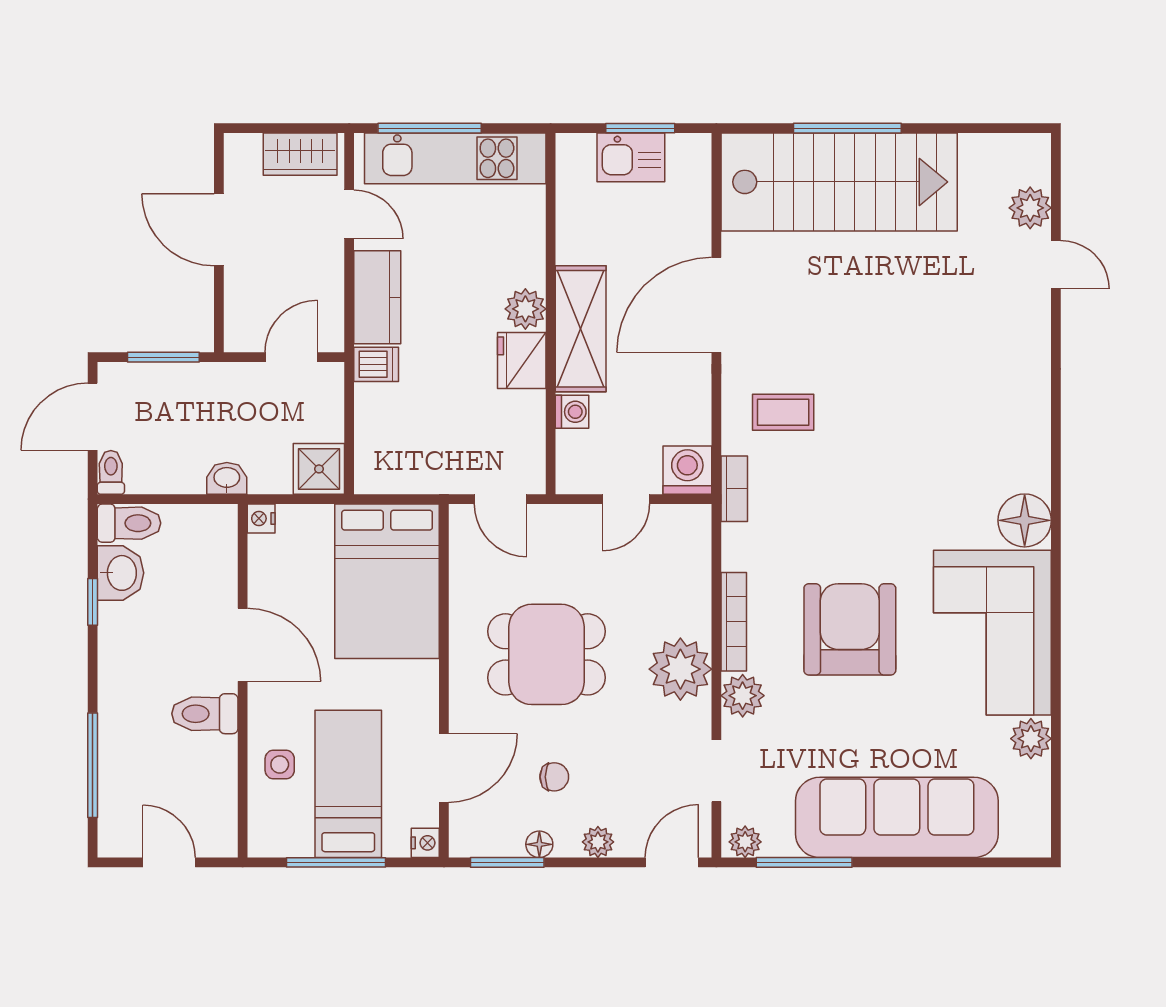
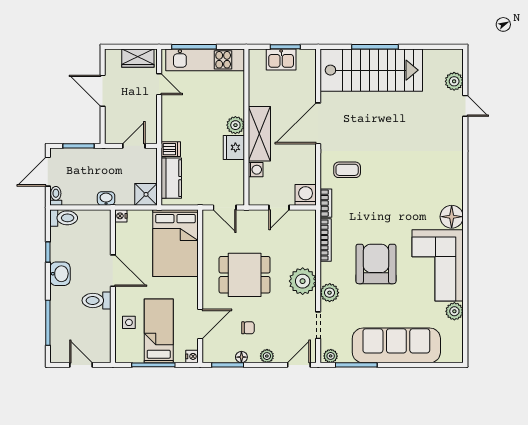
kitchen counter: (377, 297) -> (171, 178), moved
washbasin: (120, 573) -> (60, 274), moved
bookcase: (734, 622) -> (326, 240), moved

